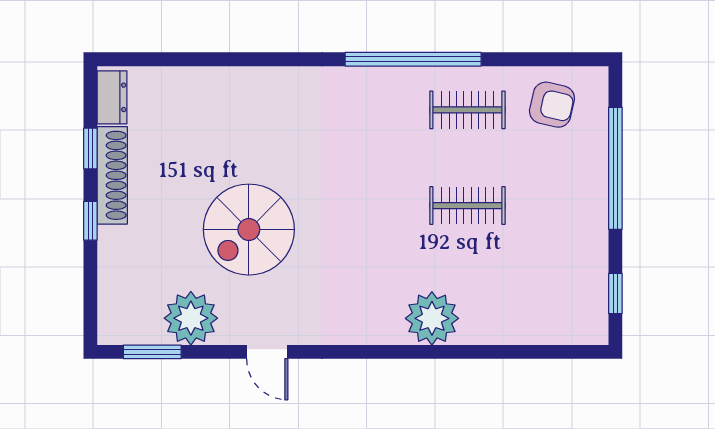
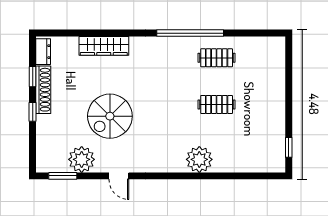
wardrobe: (236, 86) -> (104, 46), added
armchair: (552, 105) -> (258, 55), removed
window: (615, 168) -> (289, 86), removed

